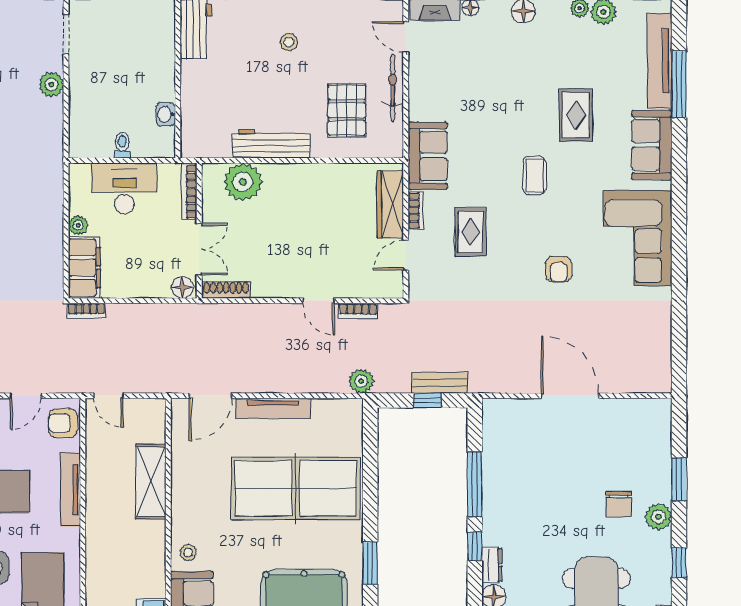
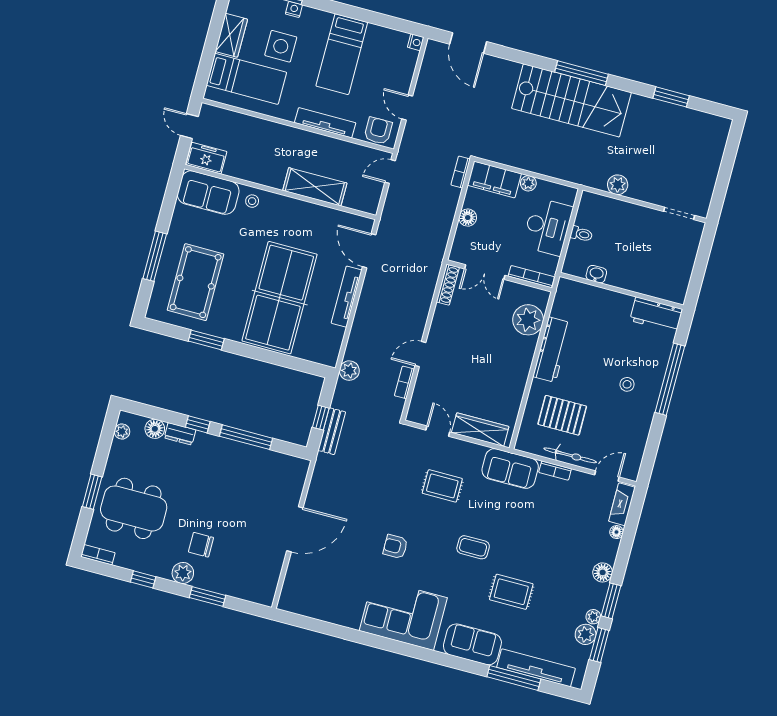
plant: (51, 85) -> (618, 185), moved
bookcase: (416, 211) -> (555, 471), moved
floor lamp: (182, 287) -> (468, 218), moved

